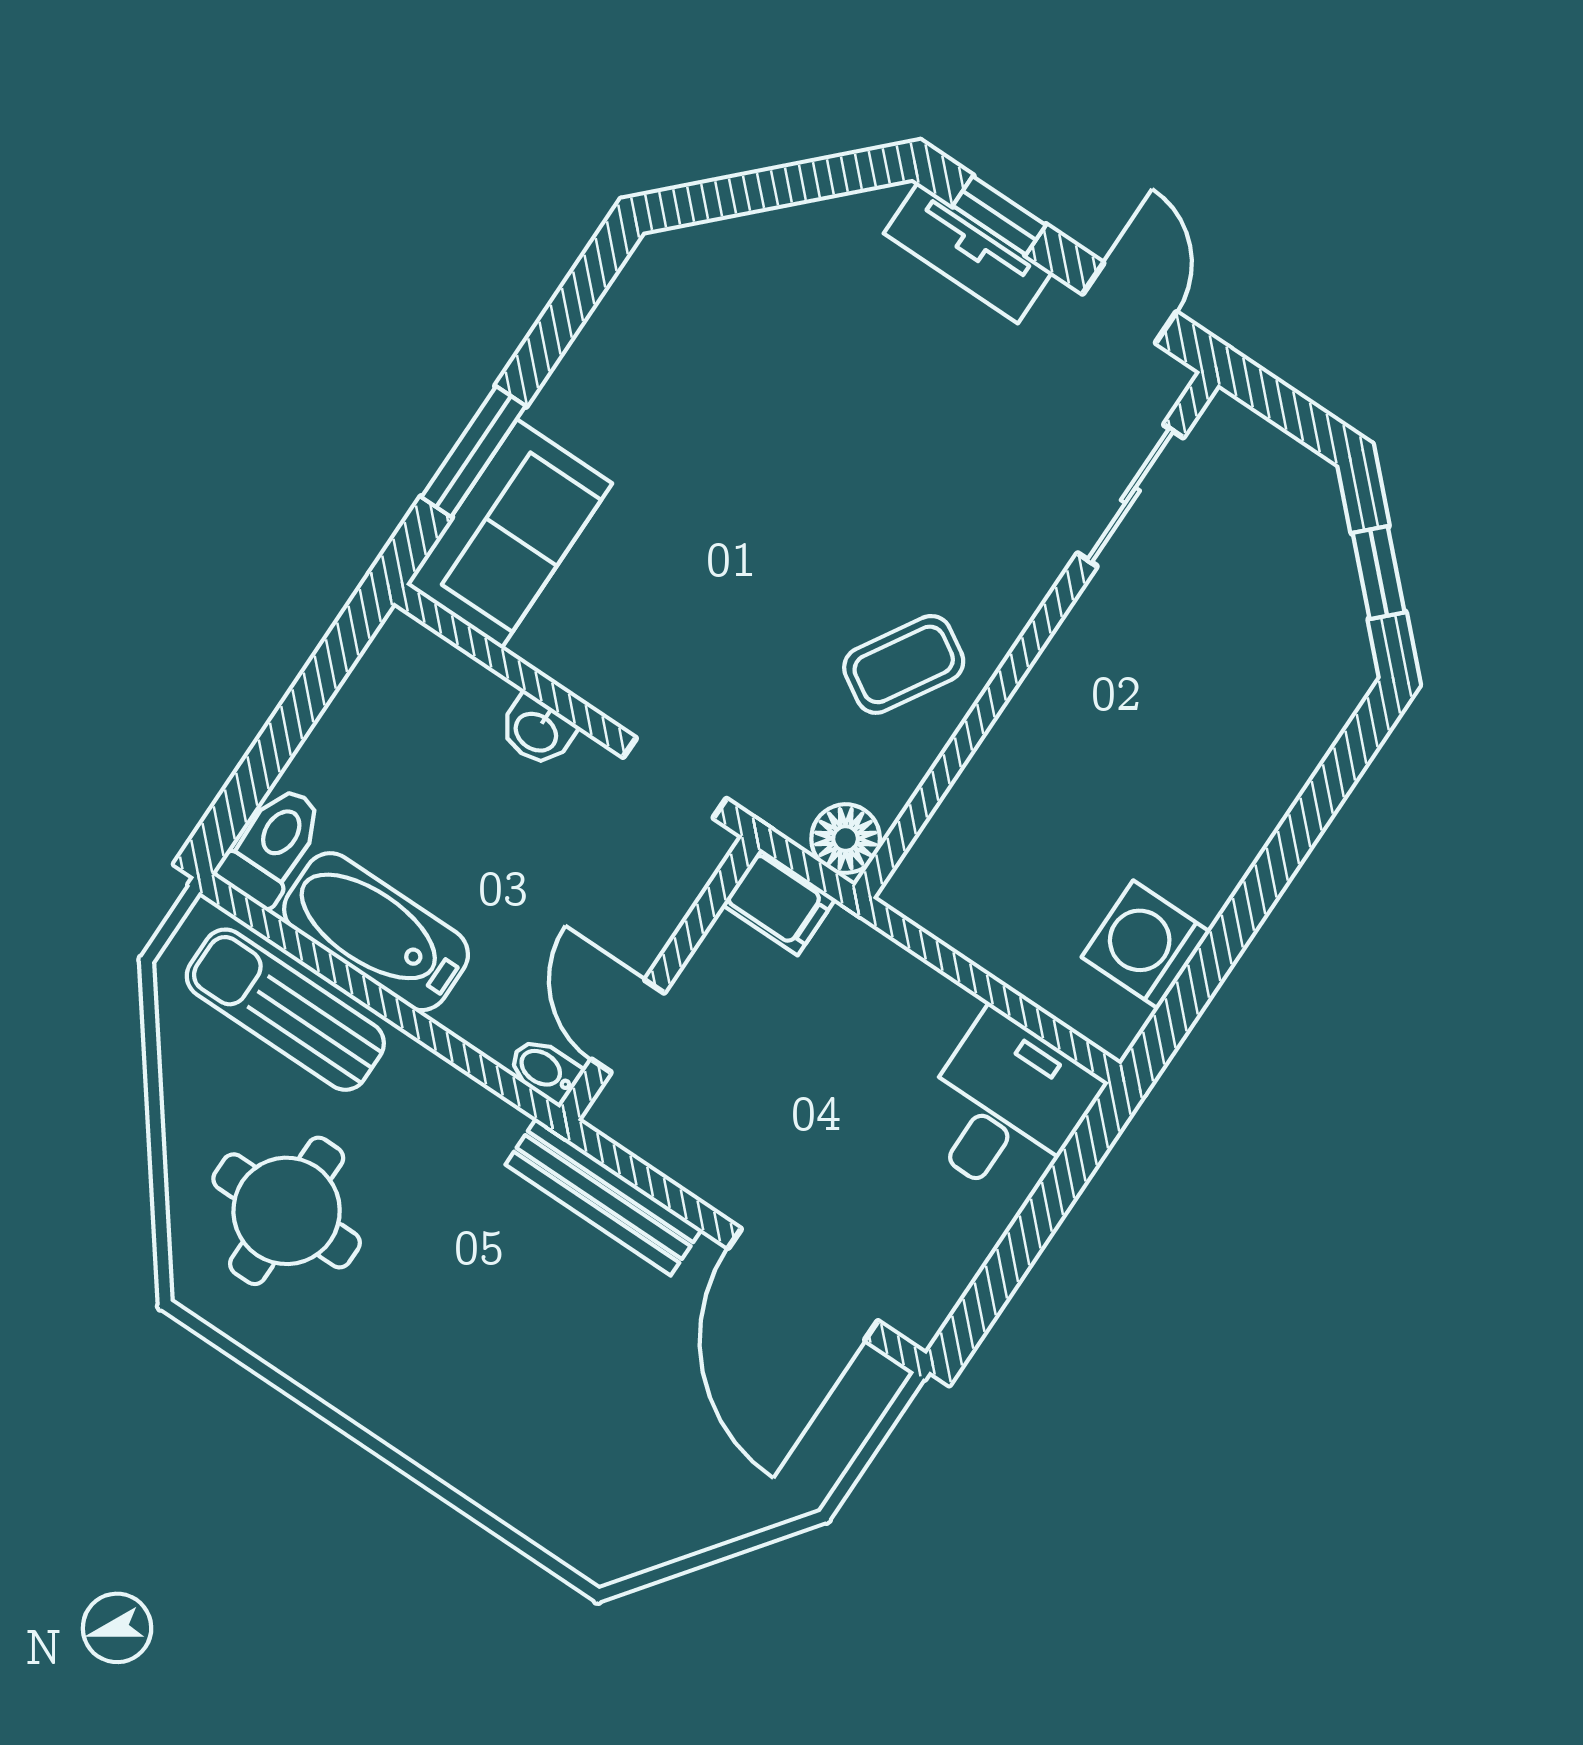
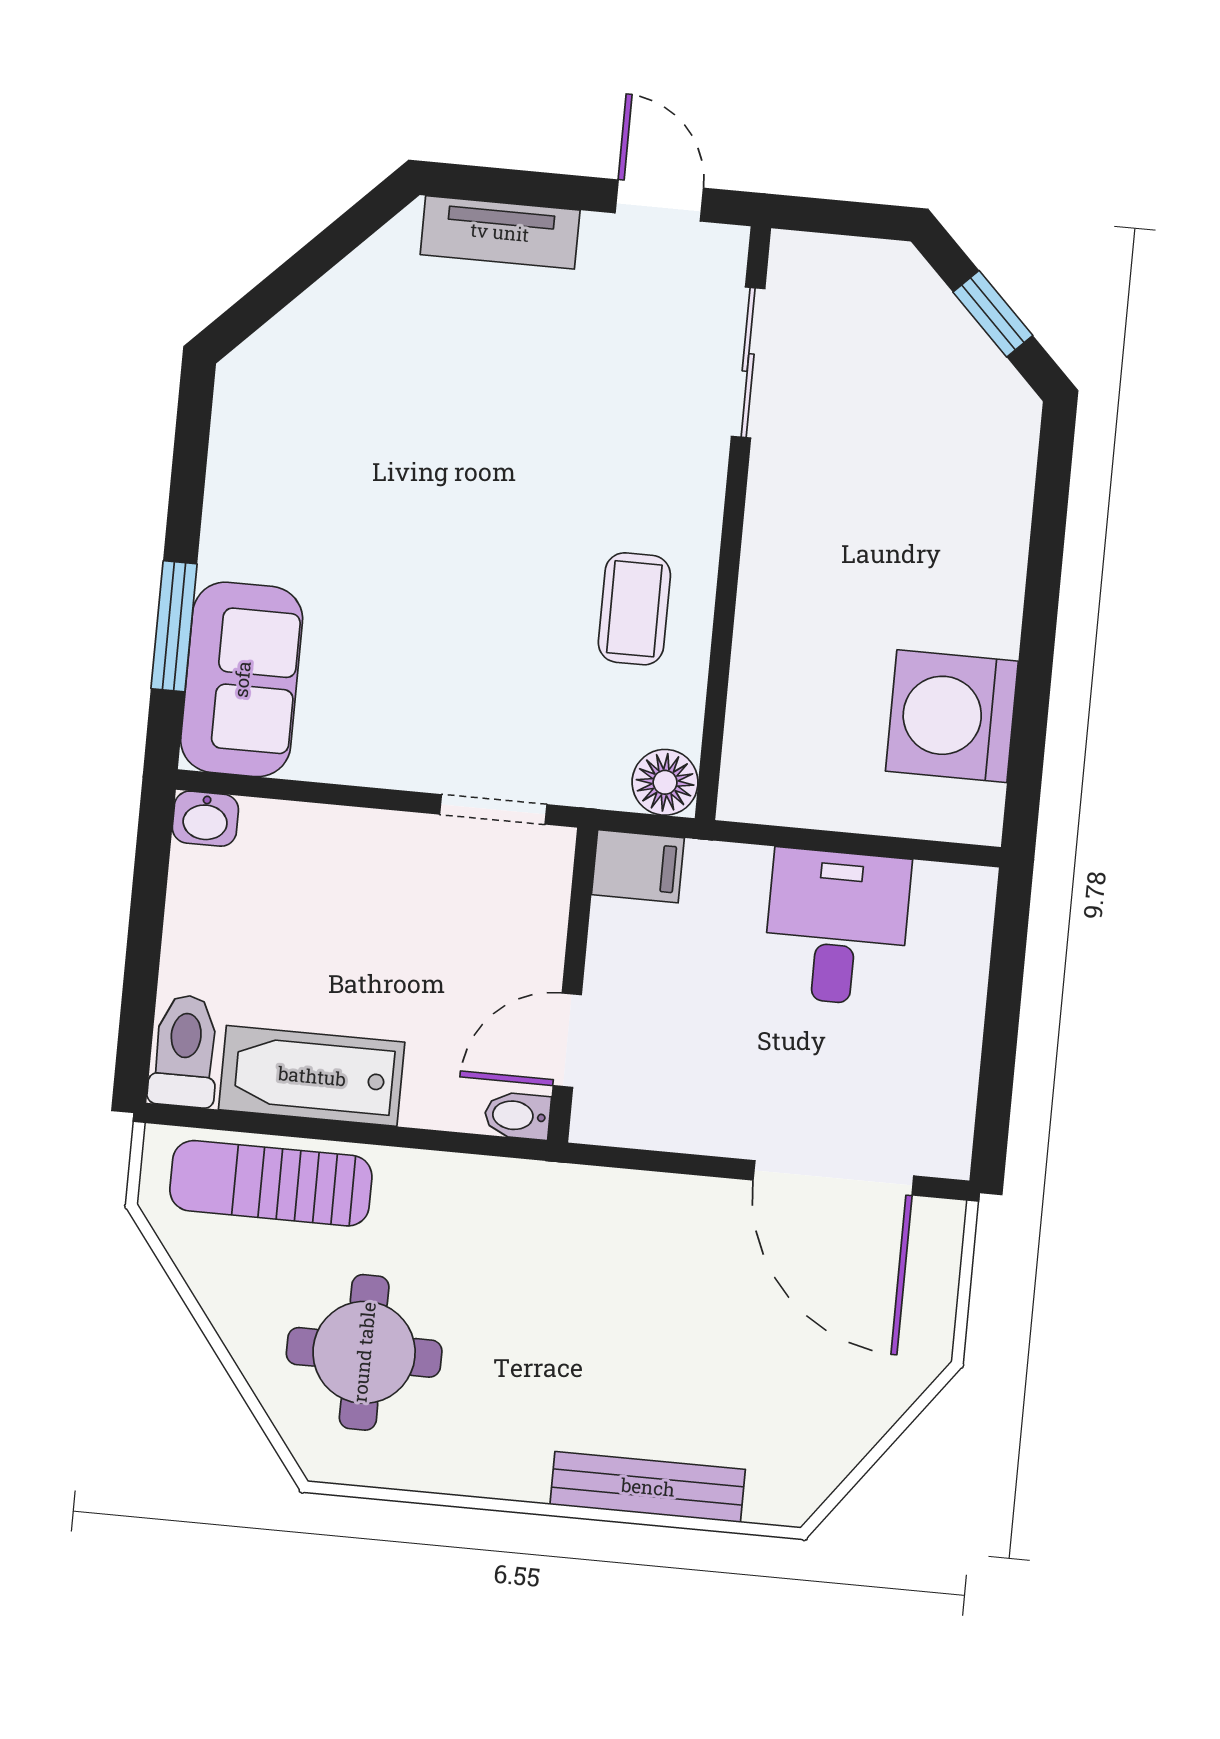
window: (999, 215) -> (509, 186), removed
coffee table: (904, 664) -> (634, 609), turned -31
washbasin: (537, 731) -> (205, 819), moved
washing machine: (1146, 945) -> (952, 716), width x1.37, depth x1.37
door: (628, 1026) -> (567, 1040), hinge flipped
desk: (1006, 1107) -> (837, 927), moved
bench: (604, 1197) -> (648, 1487), moved

